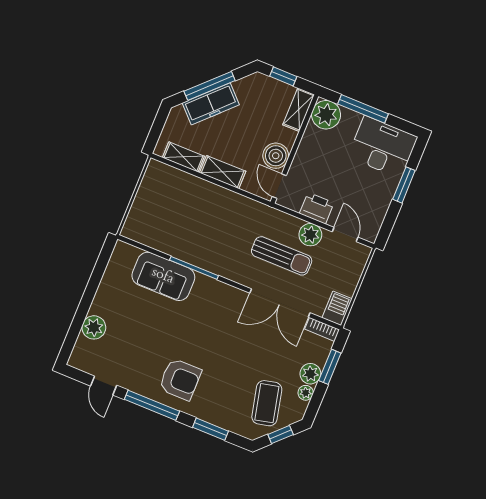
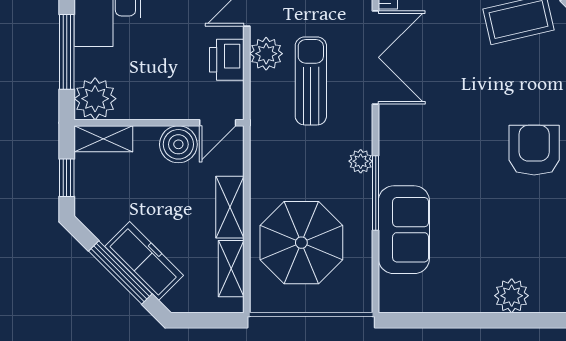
parasol: (182, 208) -> (301, 243), added
plant: (218, 267) -> (361, 161), added

